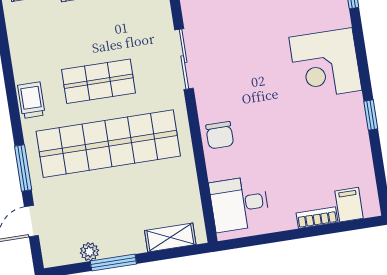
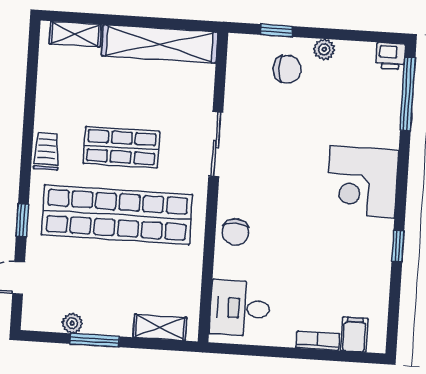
window: (23, 168) -> (22, 220), width x0.67

